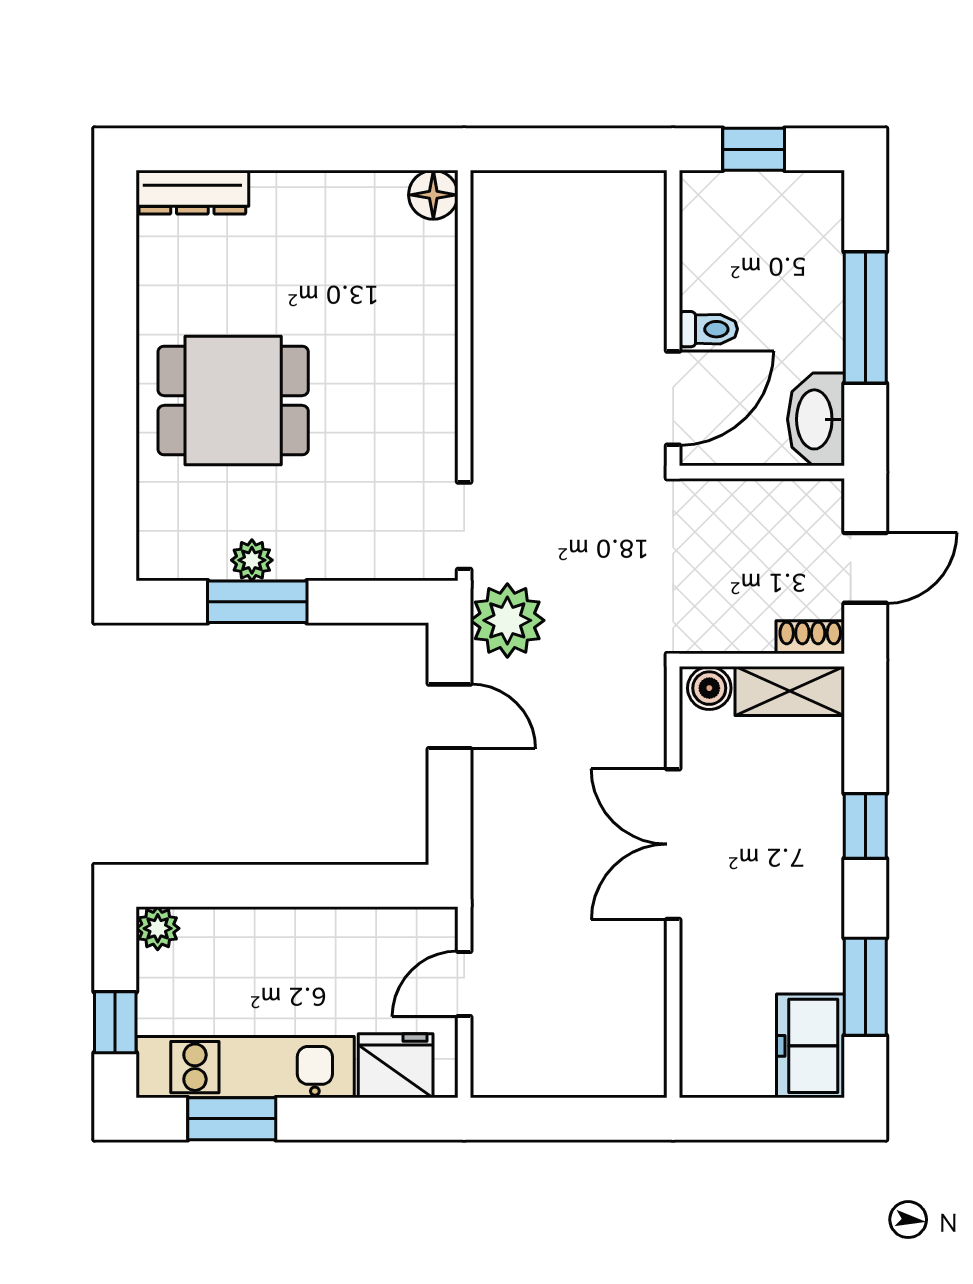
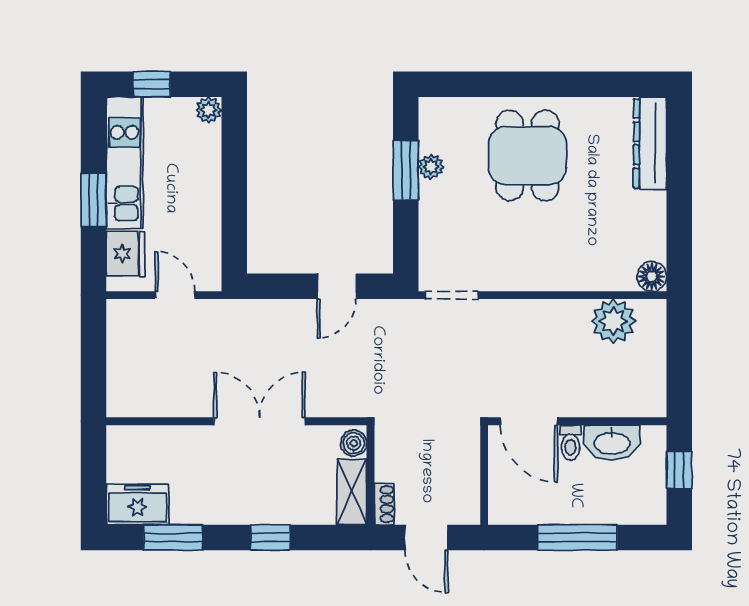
dresser: (192, 192) -> (650, 143), width x1.37, depth x1.24
washbasin: (816, 419) -> (612, 442), moved, turned 180
plant: (507, 620) -> (613, 321), moved
window: (232, 1119) -> (93, 200), moved

